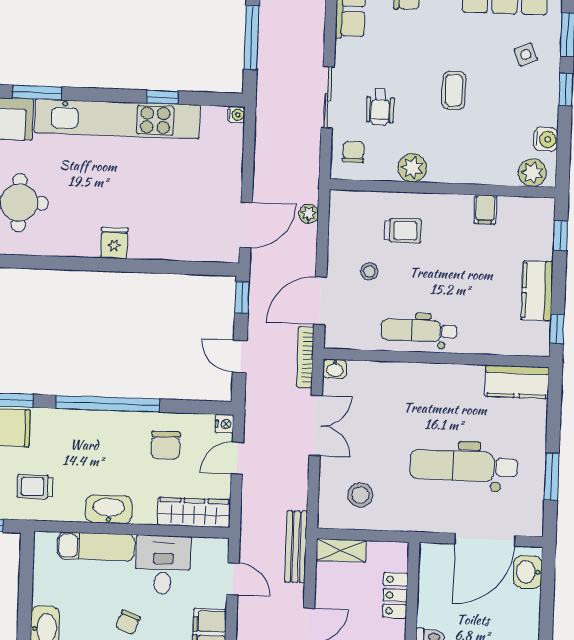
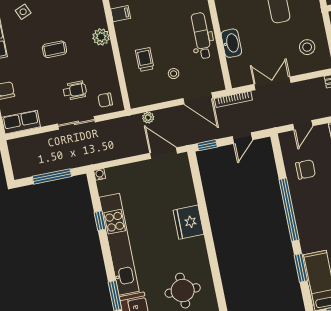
plant: (412, 168) -> (101, 37), moved
fridge: (114, 243) -> (188, 222), width x1.88, depth x1.34
dental chair: (419, 331) -> (202, 36), turned 180
washbasin: (335, 369) -> (231, 43), moved, width x1.91, depth x1.45
nightstand: (224, 424) -> (284, 138), removed
door: (237, 458) -> (303, 125), hinge flipped

